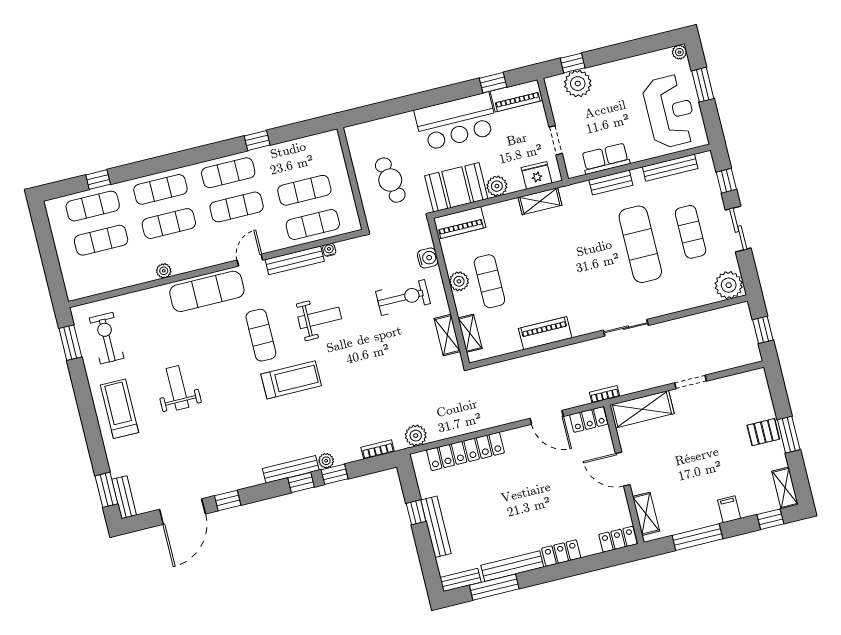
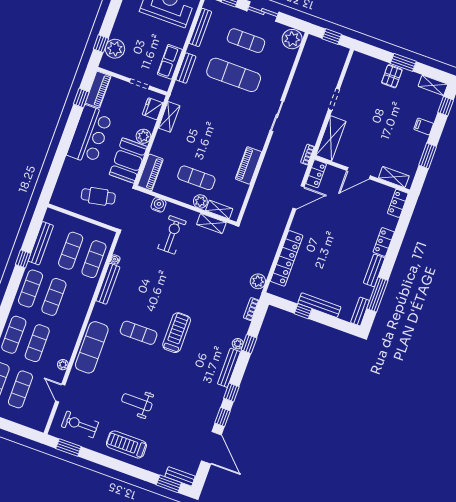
bench: (290, 149) -> (41, 243), added
door: (250, 260) -> (60, 393), moved
plant: (459, 281) -> (200, 201), moved
weight bench: (320, 318) -> (151, 292), removed
window: (301, 482) -> (231, 392), moved
window: (697, 537) -> (428, 156), width x0.69
bench: (512, 566) -> (374, 270), width x0.73

